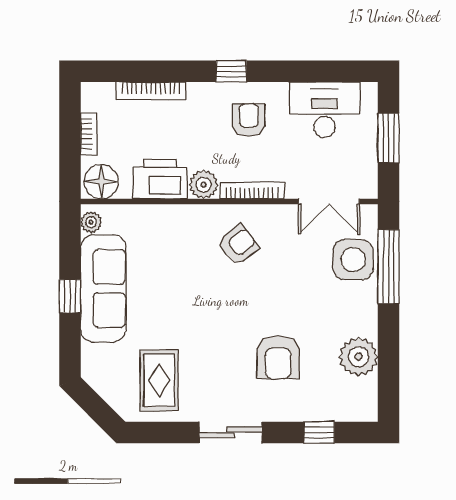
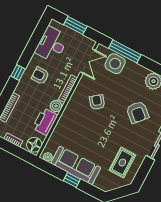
armchair: (238, 245) -> (97, 102), moved
armchair: (278, 357) -> (138, 112), turned 42
rug: (159, 380) -> (122, 163), turned 90

